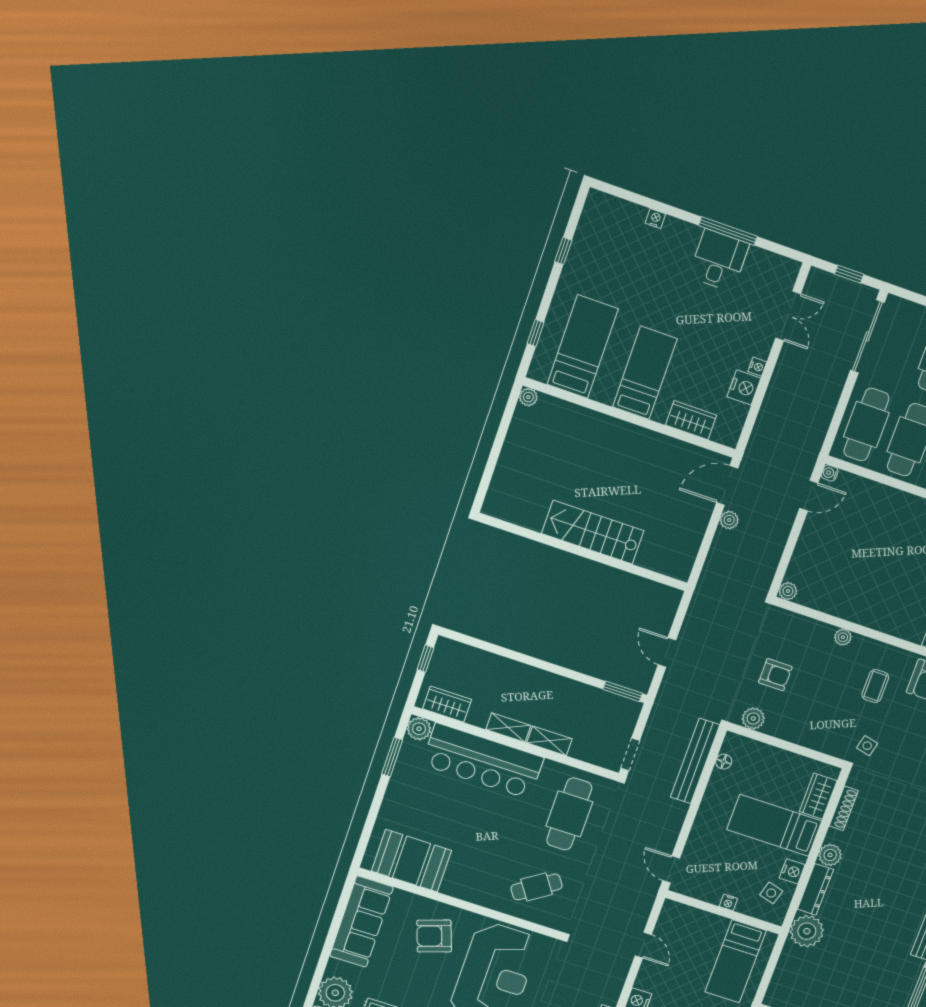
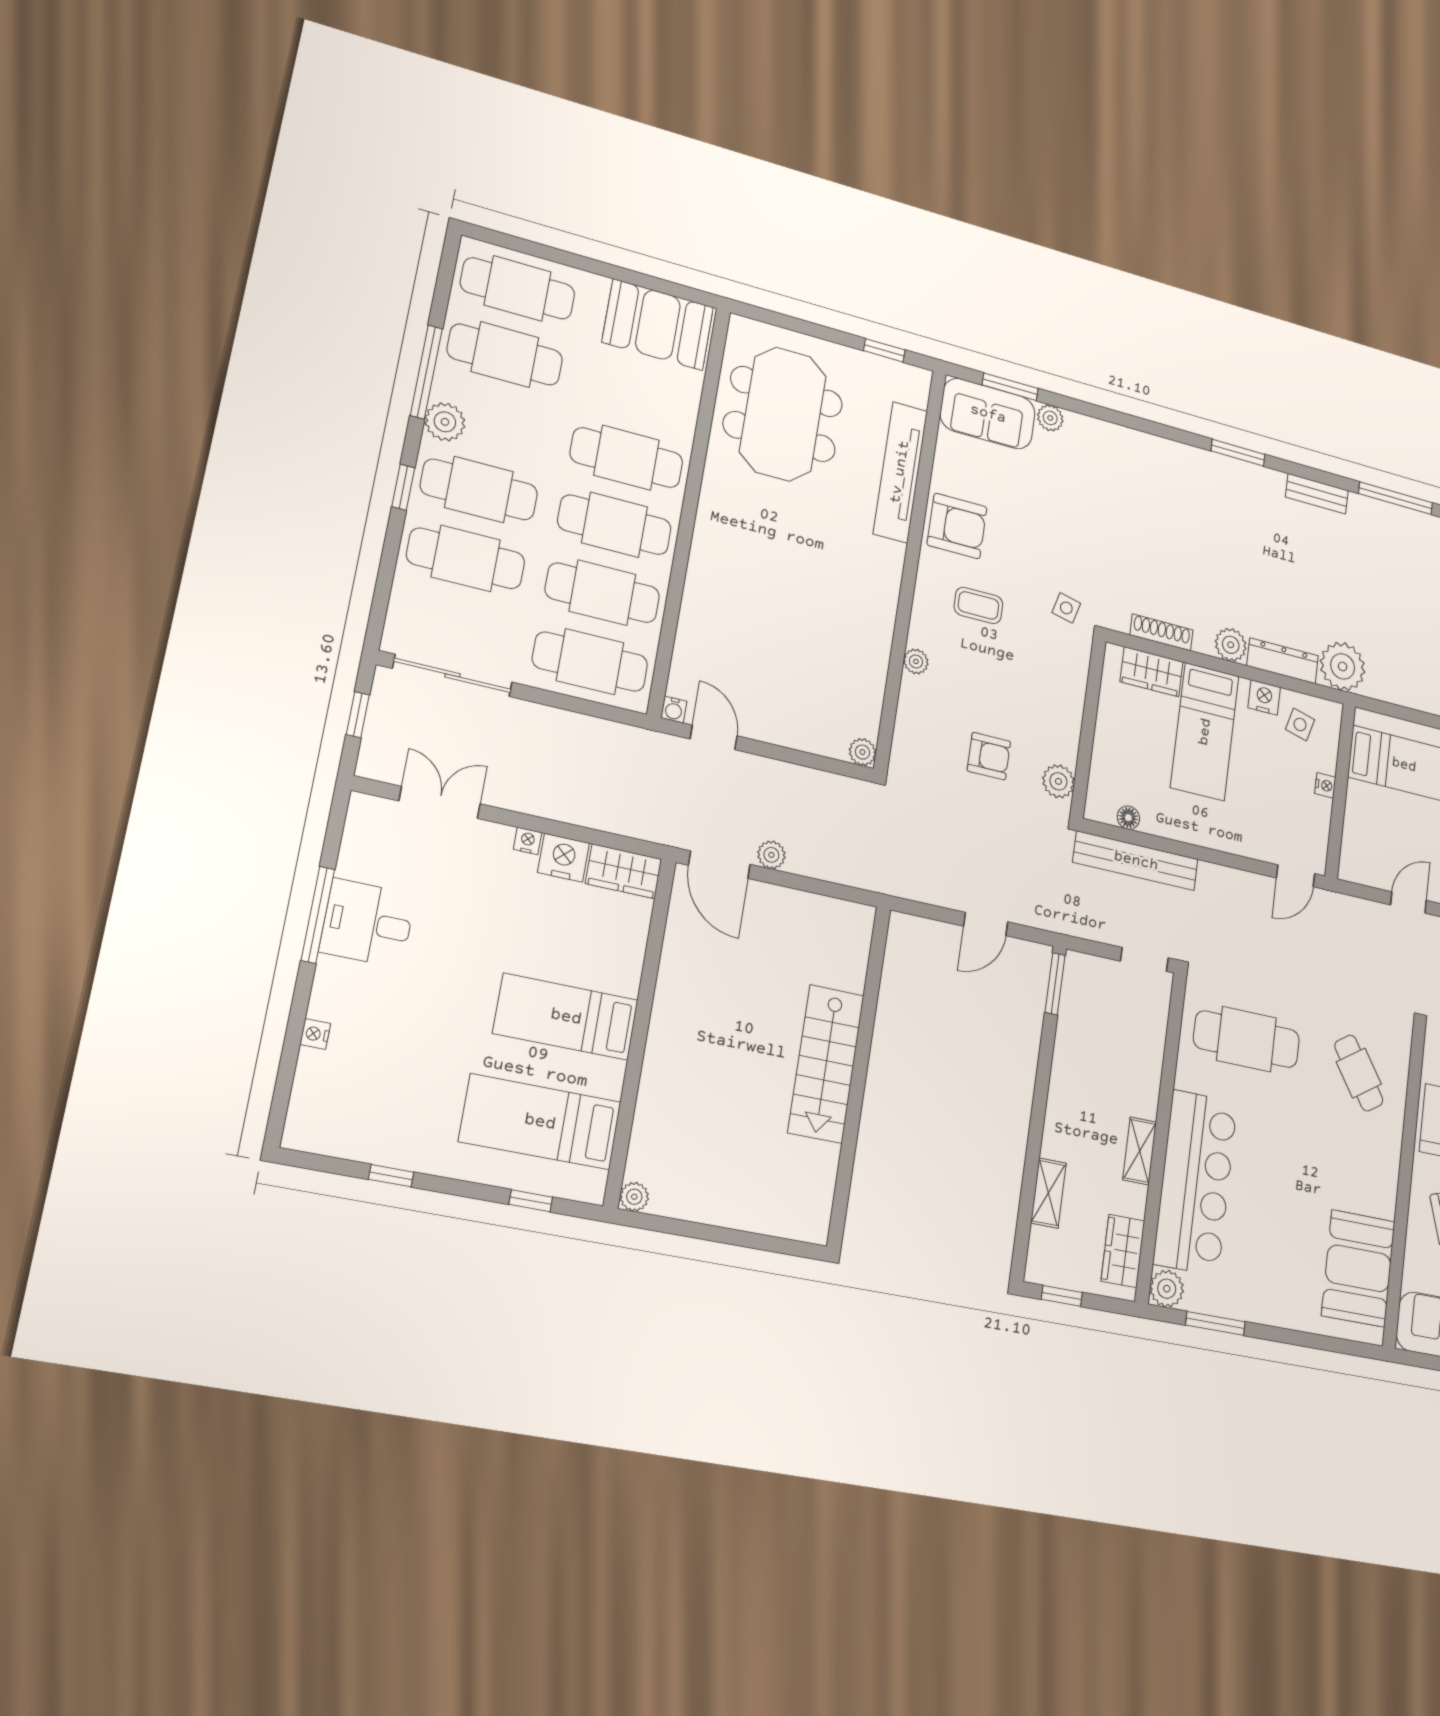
wardrobe: (691, 420) -> (624, 871), moved, turned -90
armchair: (775, 675) -> (989, 756), turned 90
shelving: (549, 741) -> (1048, 1193), moved

